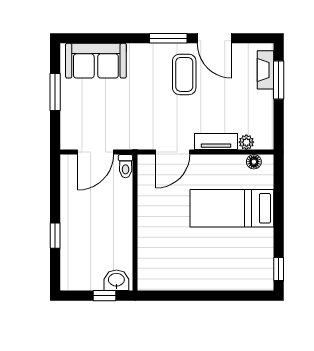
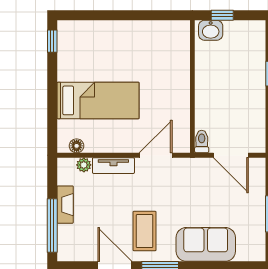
sofa: (96, 61) -> (206, 244), moved
fireplace: (266, 70) -> (65, 205), moved
window: (279, 80) -> (52, 225), width x1.44
door: (96, 152) -> (231, 155), swing flipped

